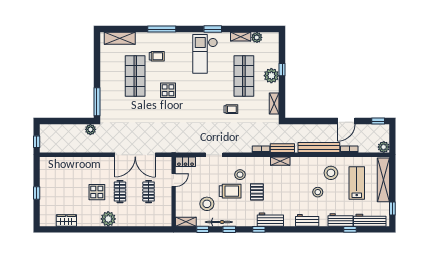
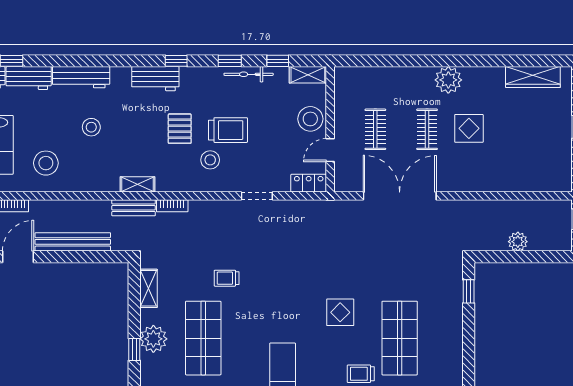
window: (97, 102) -> (469, 291), width x0.46
plant: (90, 129) -> (518, 242), moved
bench: (319, 148) -> (73, 242), moved
trolley: (230, 191) -> (228, 130), turned 180
stool: (318, 192) -> (91, 127), moved
stool: (207, 204) -> (310, 119), moved
wardrobe: (66, 220) -> (533, 77), width x1.50
workbench: (307, 220) -> (81, 77), width x1.38

